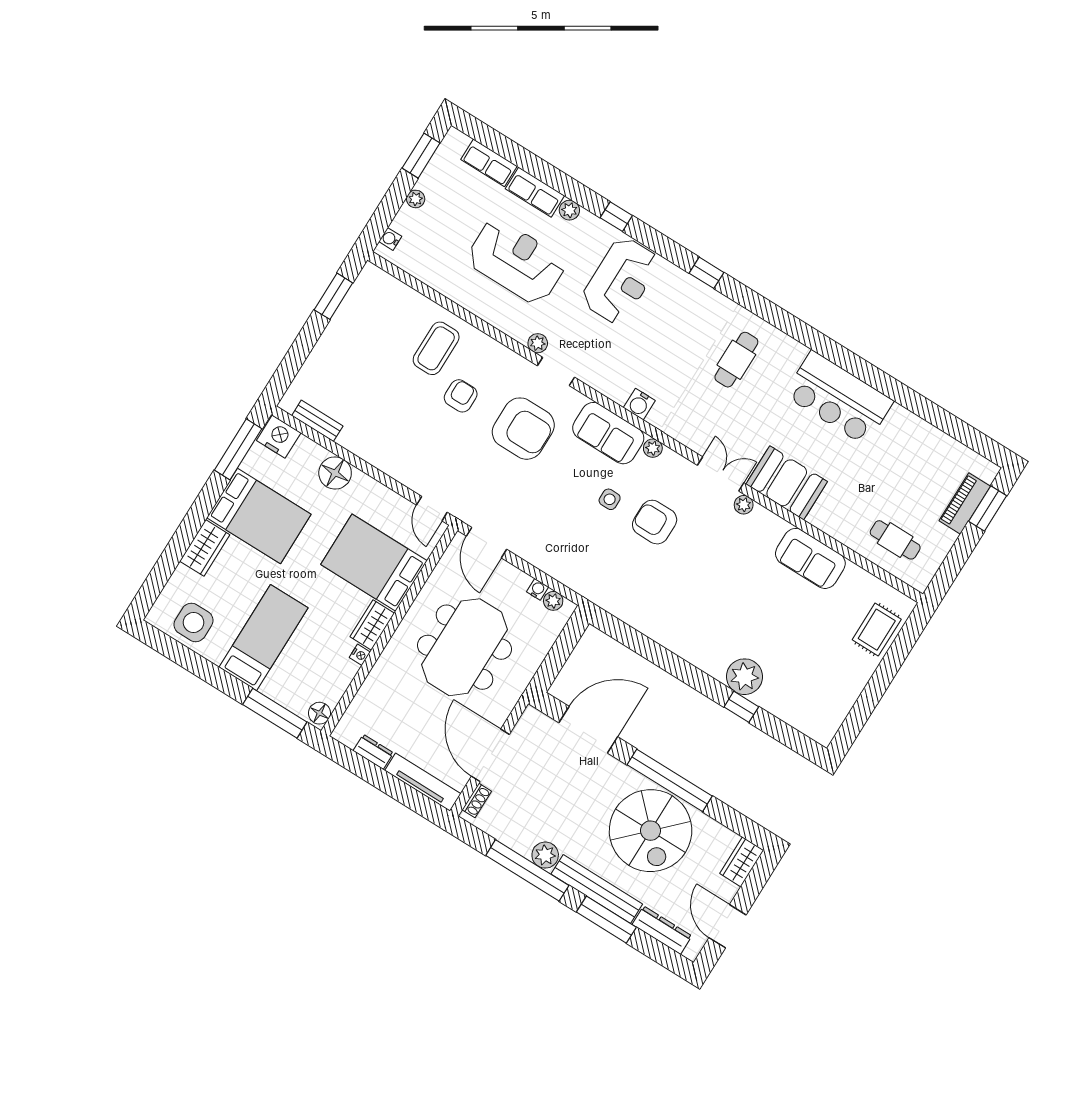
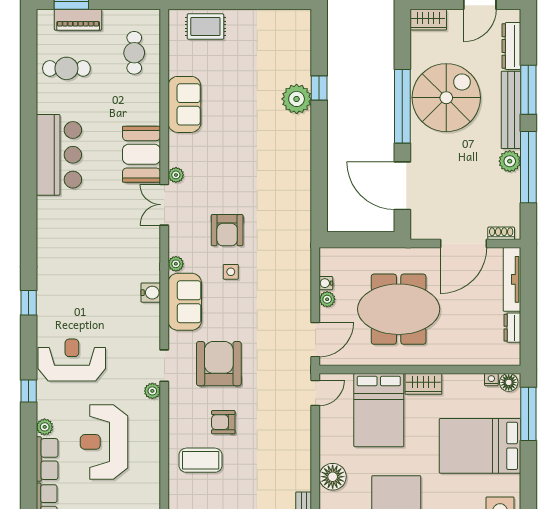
cafe table: (736, 360) -> (66, 68), moved
plant: (553, 601) -> (327, 299), moved
bed: (263, 638) -> (480, 446), width x1.50
nightstand: (360, 655) -> (491, 380), moved

